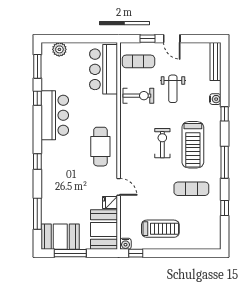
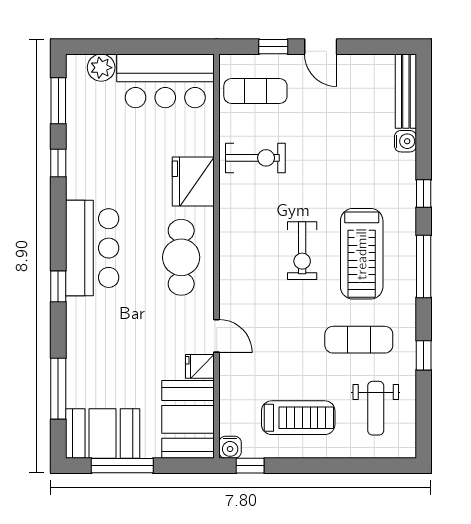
bar counter: (103, 69) -> (165, 81), moved, turned -90
weight bench: (173, 89) -> (376, 408), moved
water cooler: (215, 99) -> (405, 141), moved
fridge: (107, 108) -> (193, 182), added
bar counter: (55, 115) -> (92, 248), moved
exercise bike: (162, 143) -> (302, 251), turned 180
window: (225, 162) -> (424, 266), moved
window: (225, 208) -> (424, 355), moved

